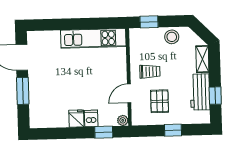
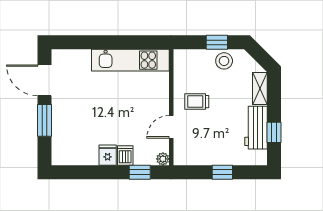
window: (149, 22) -> (217, 42), moved
trolley: (150, 72) -> (197, 102), turned 180
pallet: (160, 101) -> (207, 137), removed

